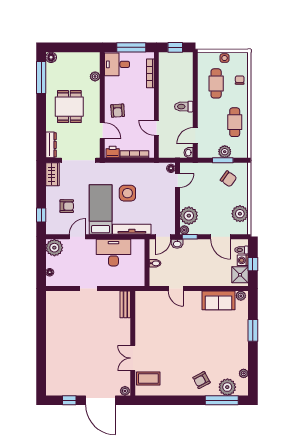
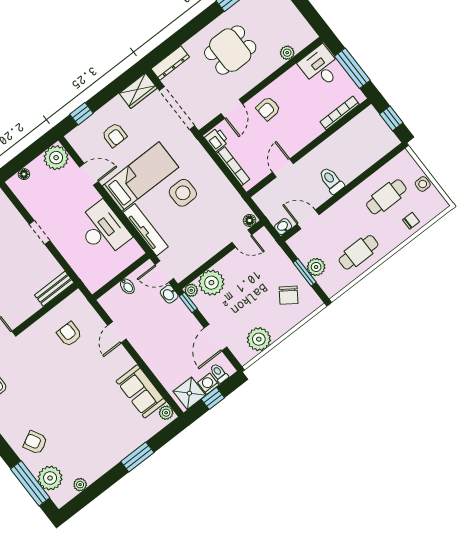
armchair: (157, 315) -> (69, 334), added

